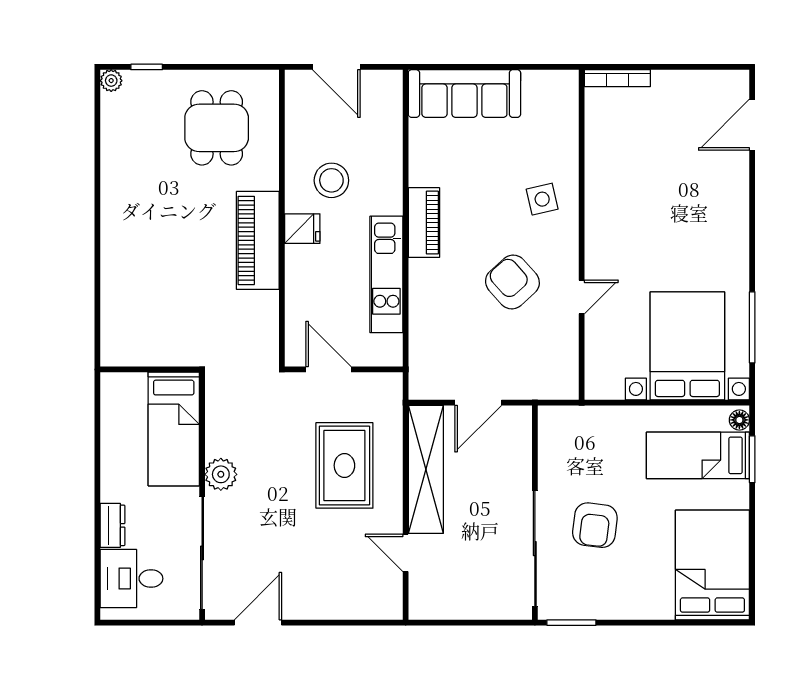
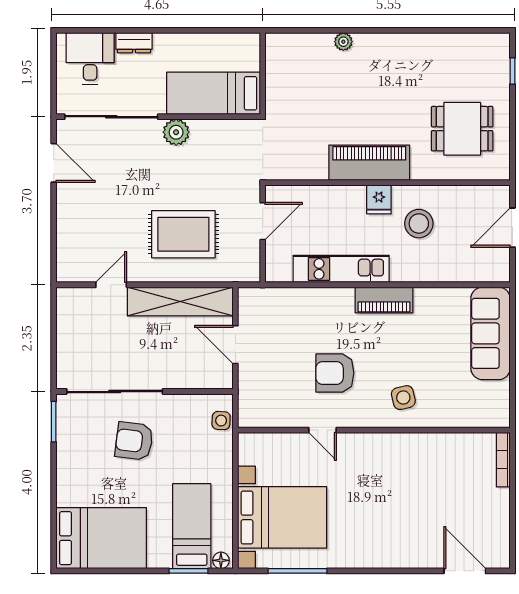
plant: (111, 81) -> (343, 42), moved
armchair: (512, 282) -> (335, 373), turned -138
side table: (570, 420) -> (221, 421), added

